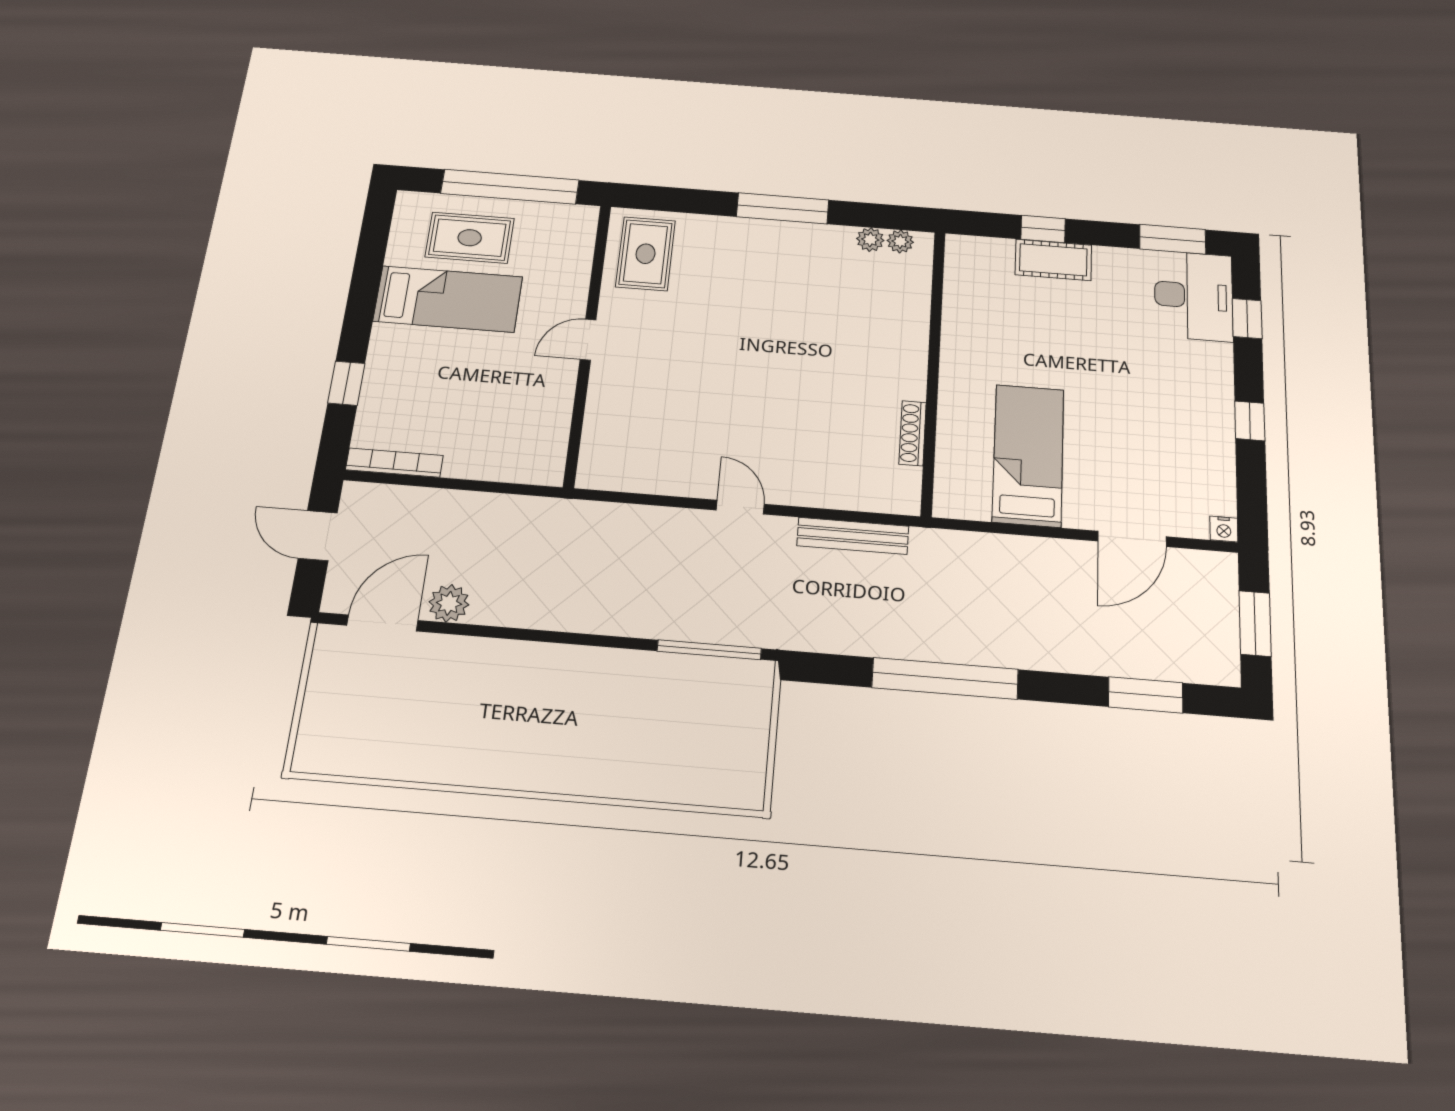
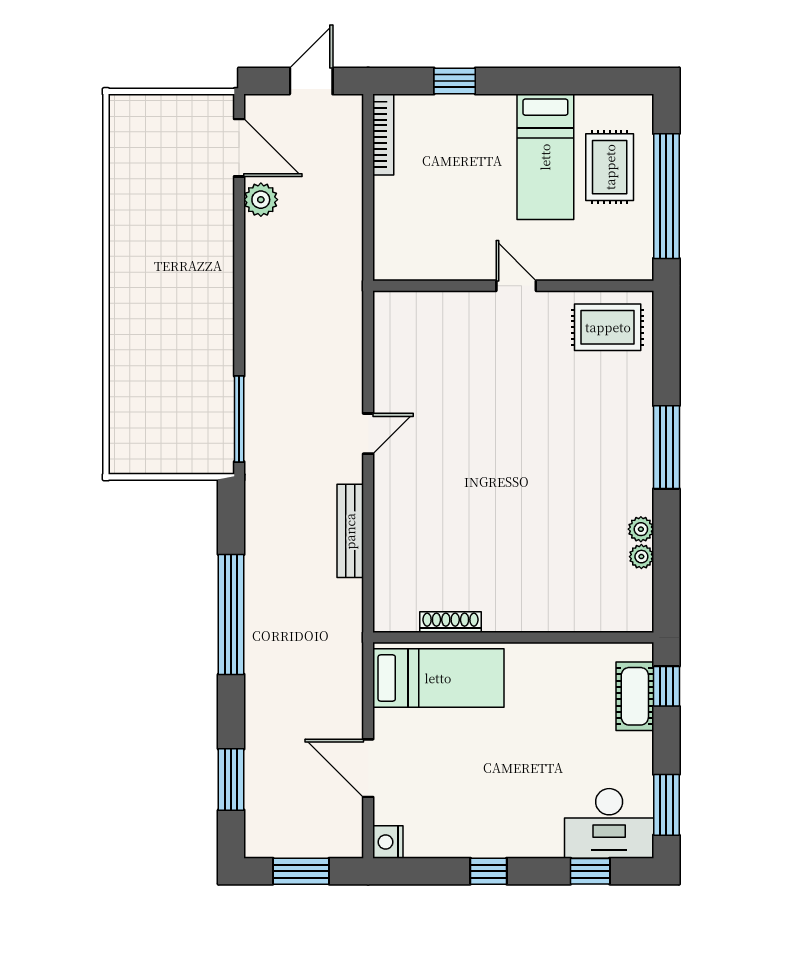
wall: (933, 370) -> (513, 637), moved
shoe rack: (913, 433) -> (450, 622), moved
nightstand: (1224, 529) -> (388, 842), width x1.39, depth x1.35

